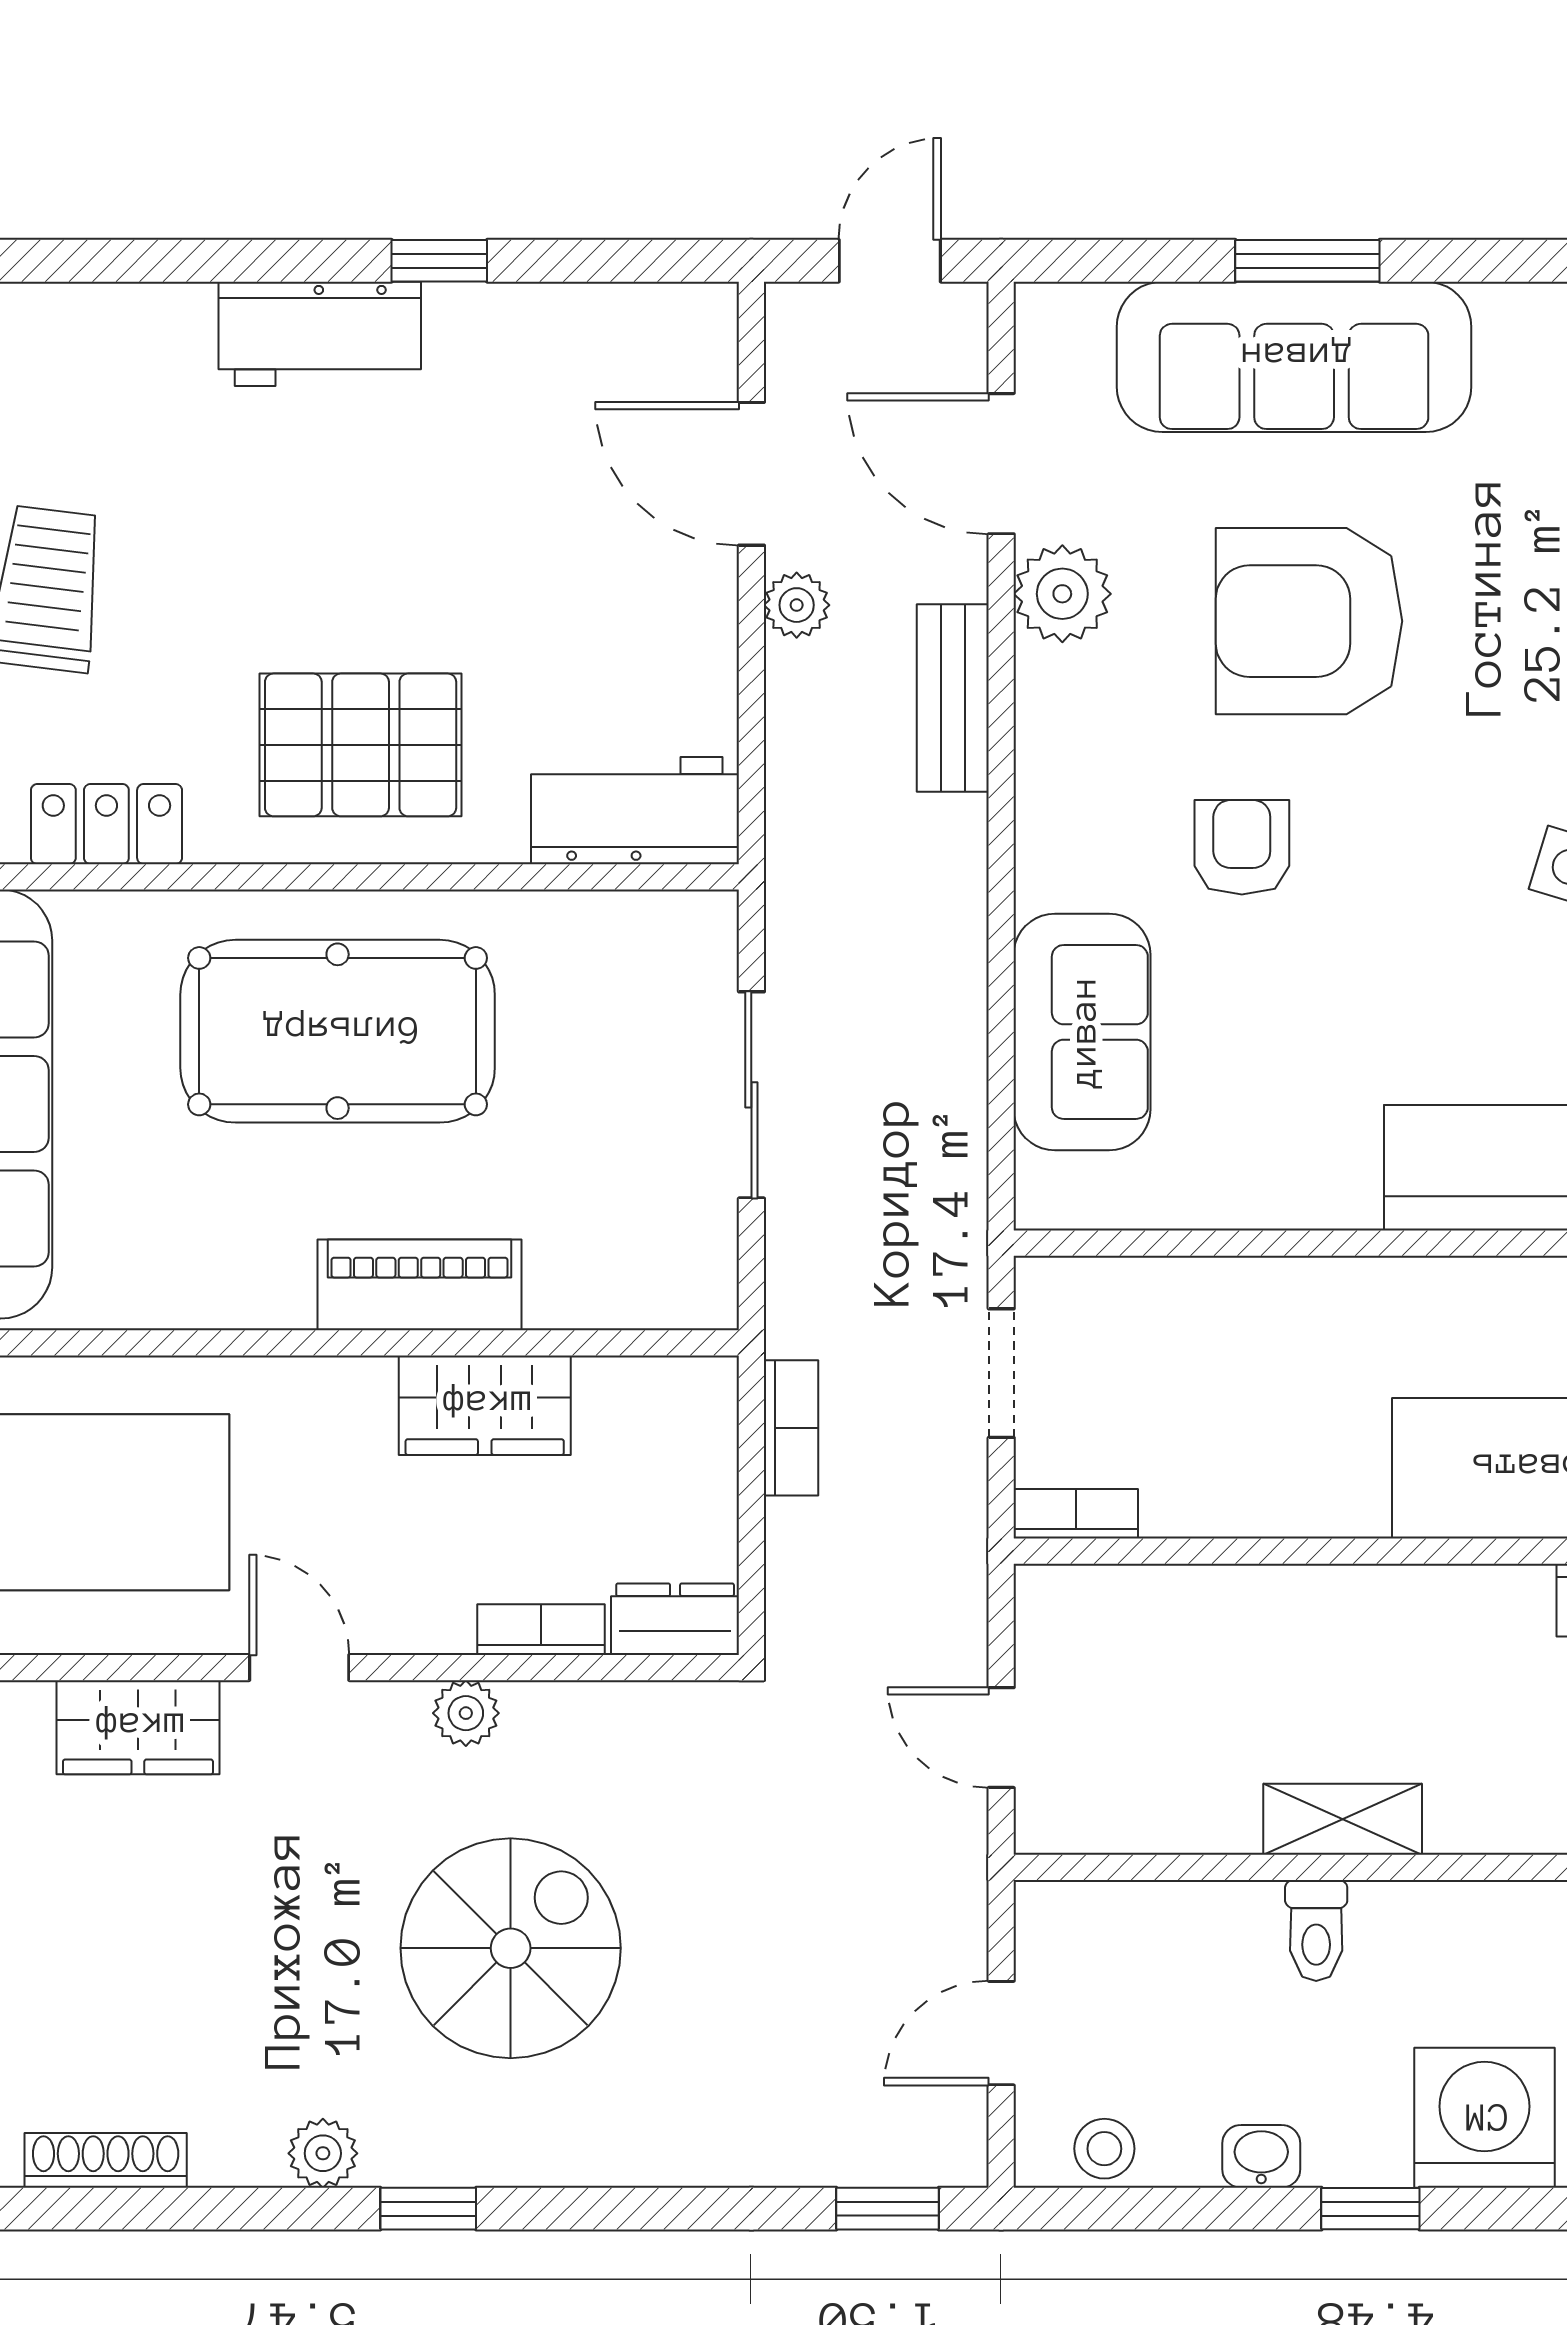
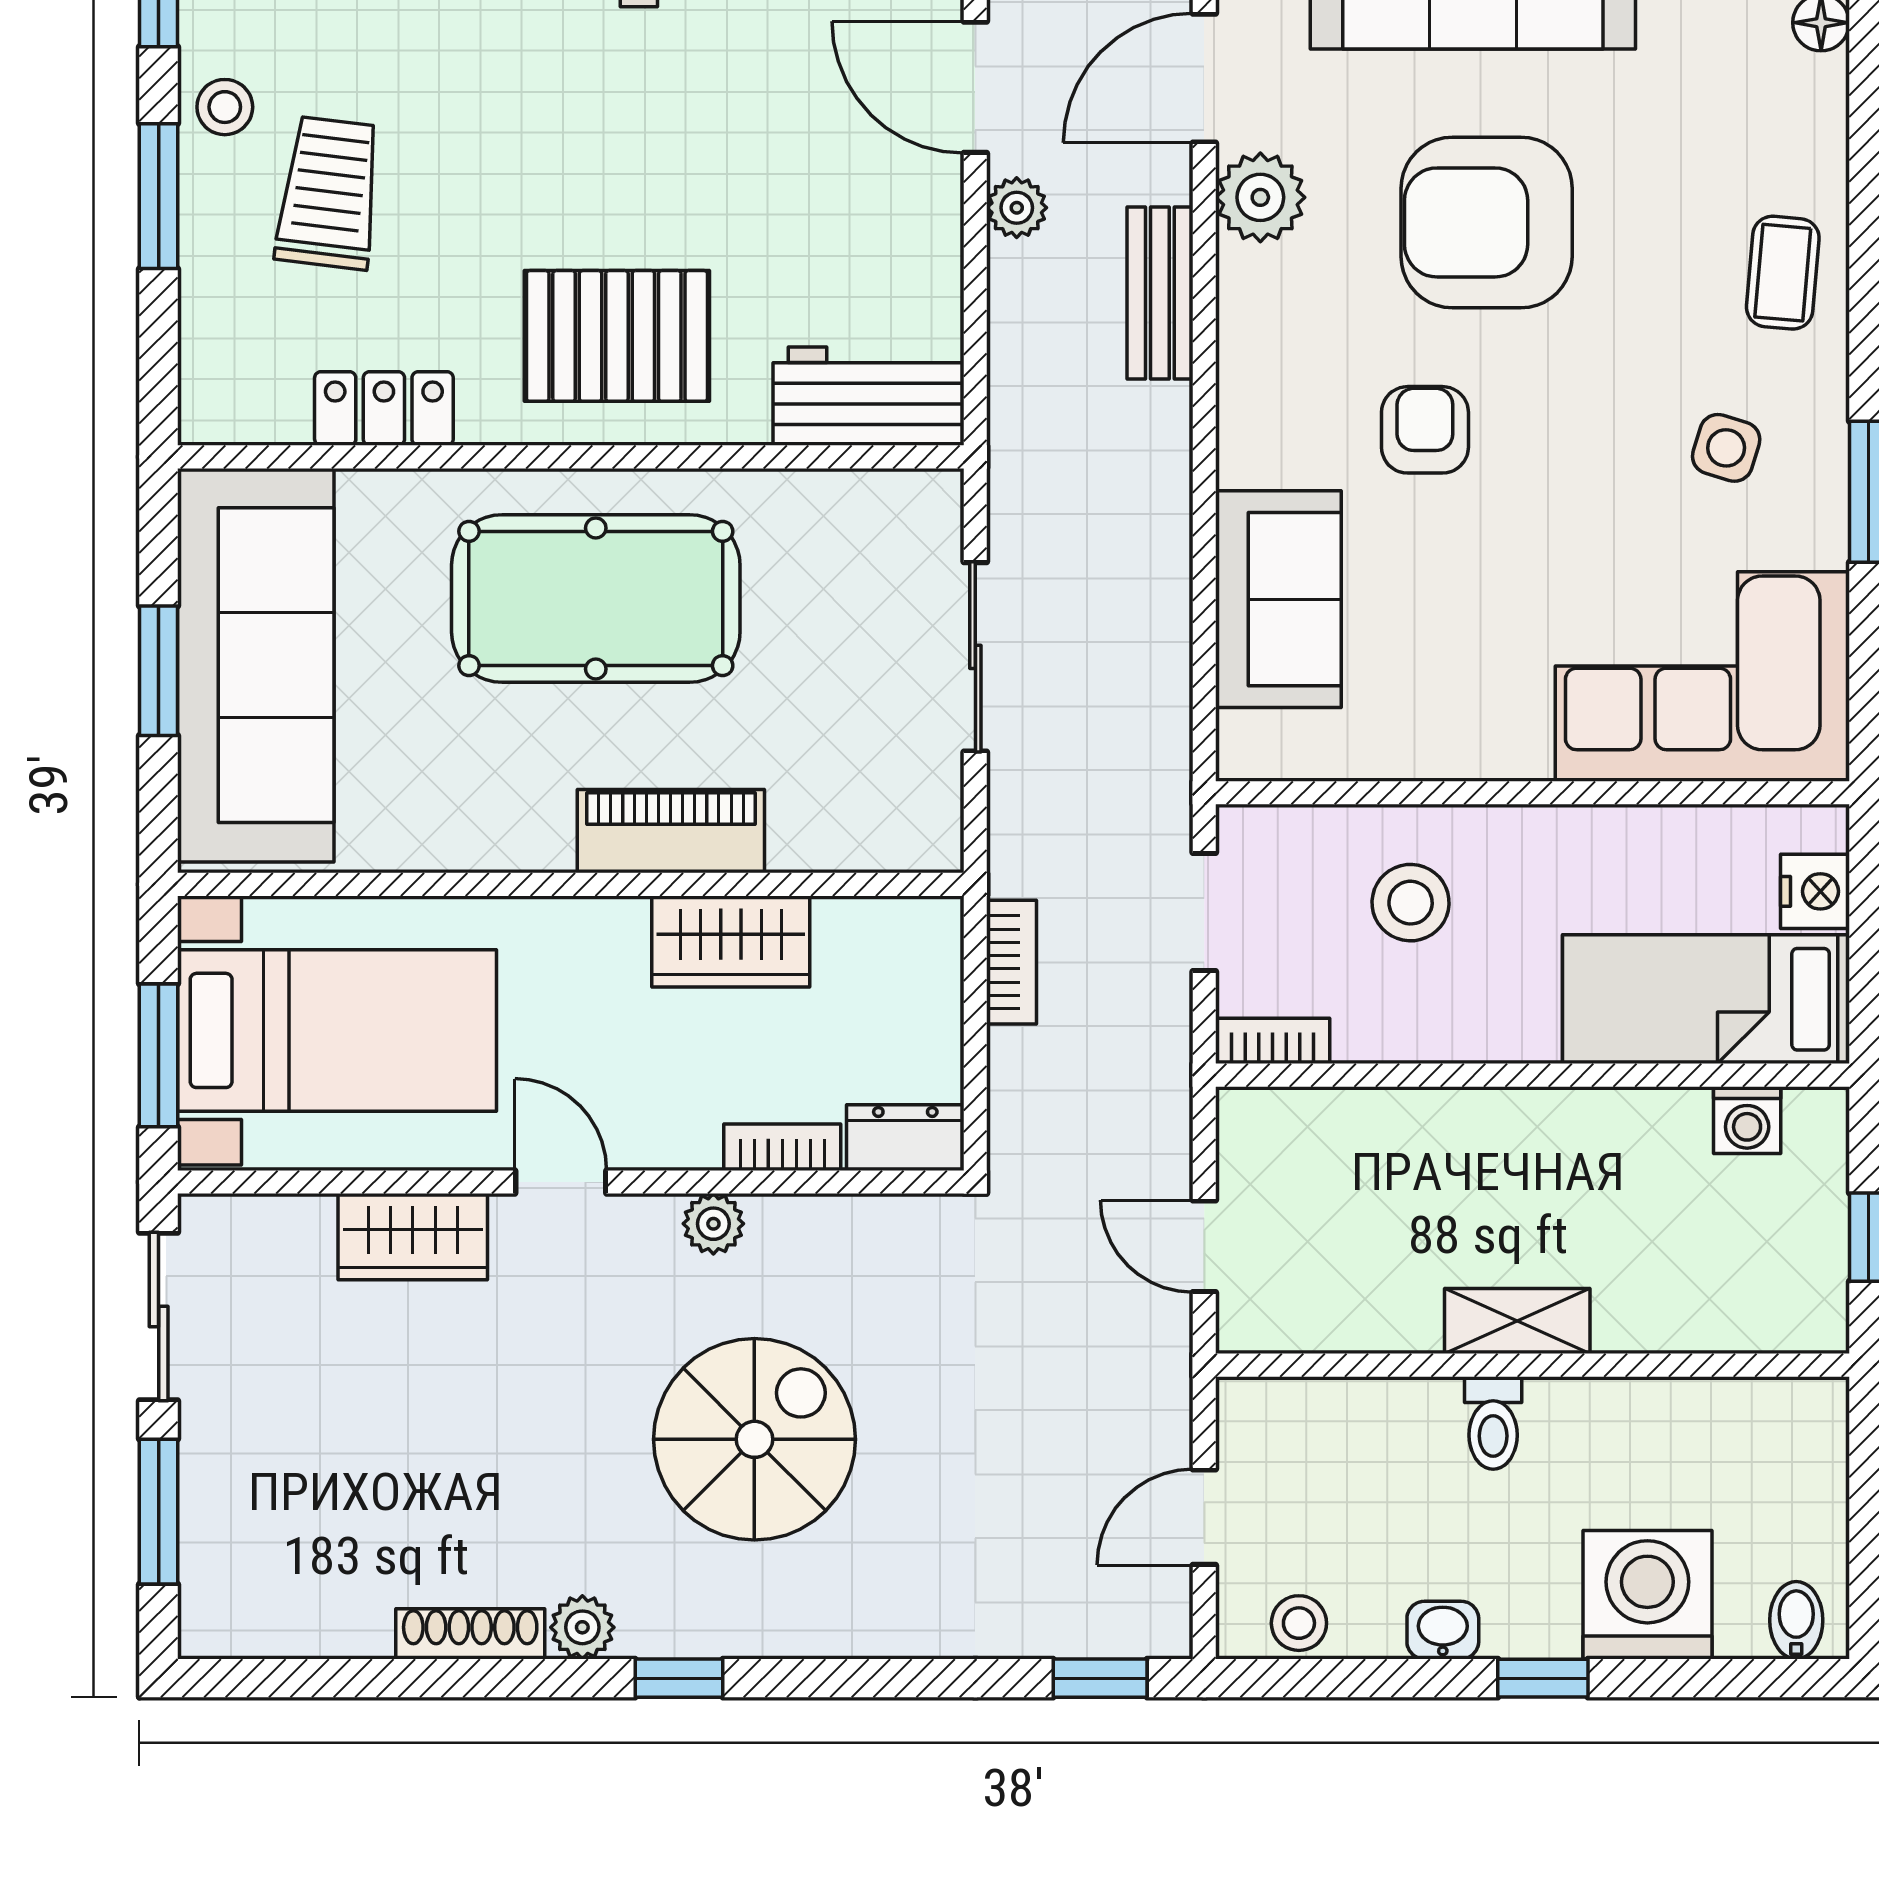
door: (1001, 464) -> (1204, 78), hinge flipped
stool: (1226, 1363) -> (1411, 903), added
shoe rack: (106, 2160) -> (470, 1634), moved

